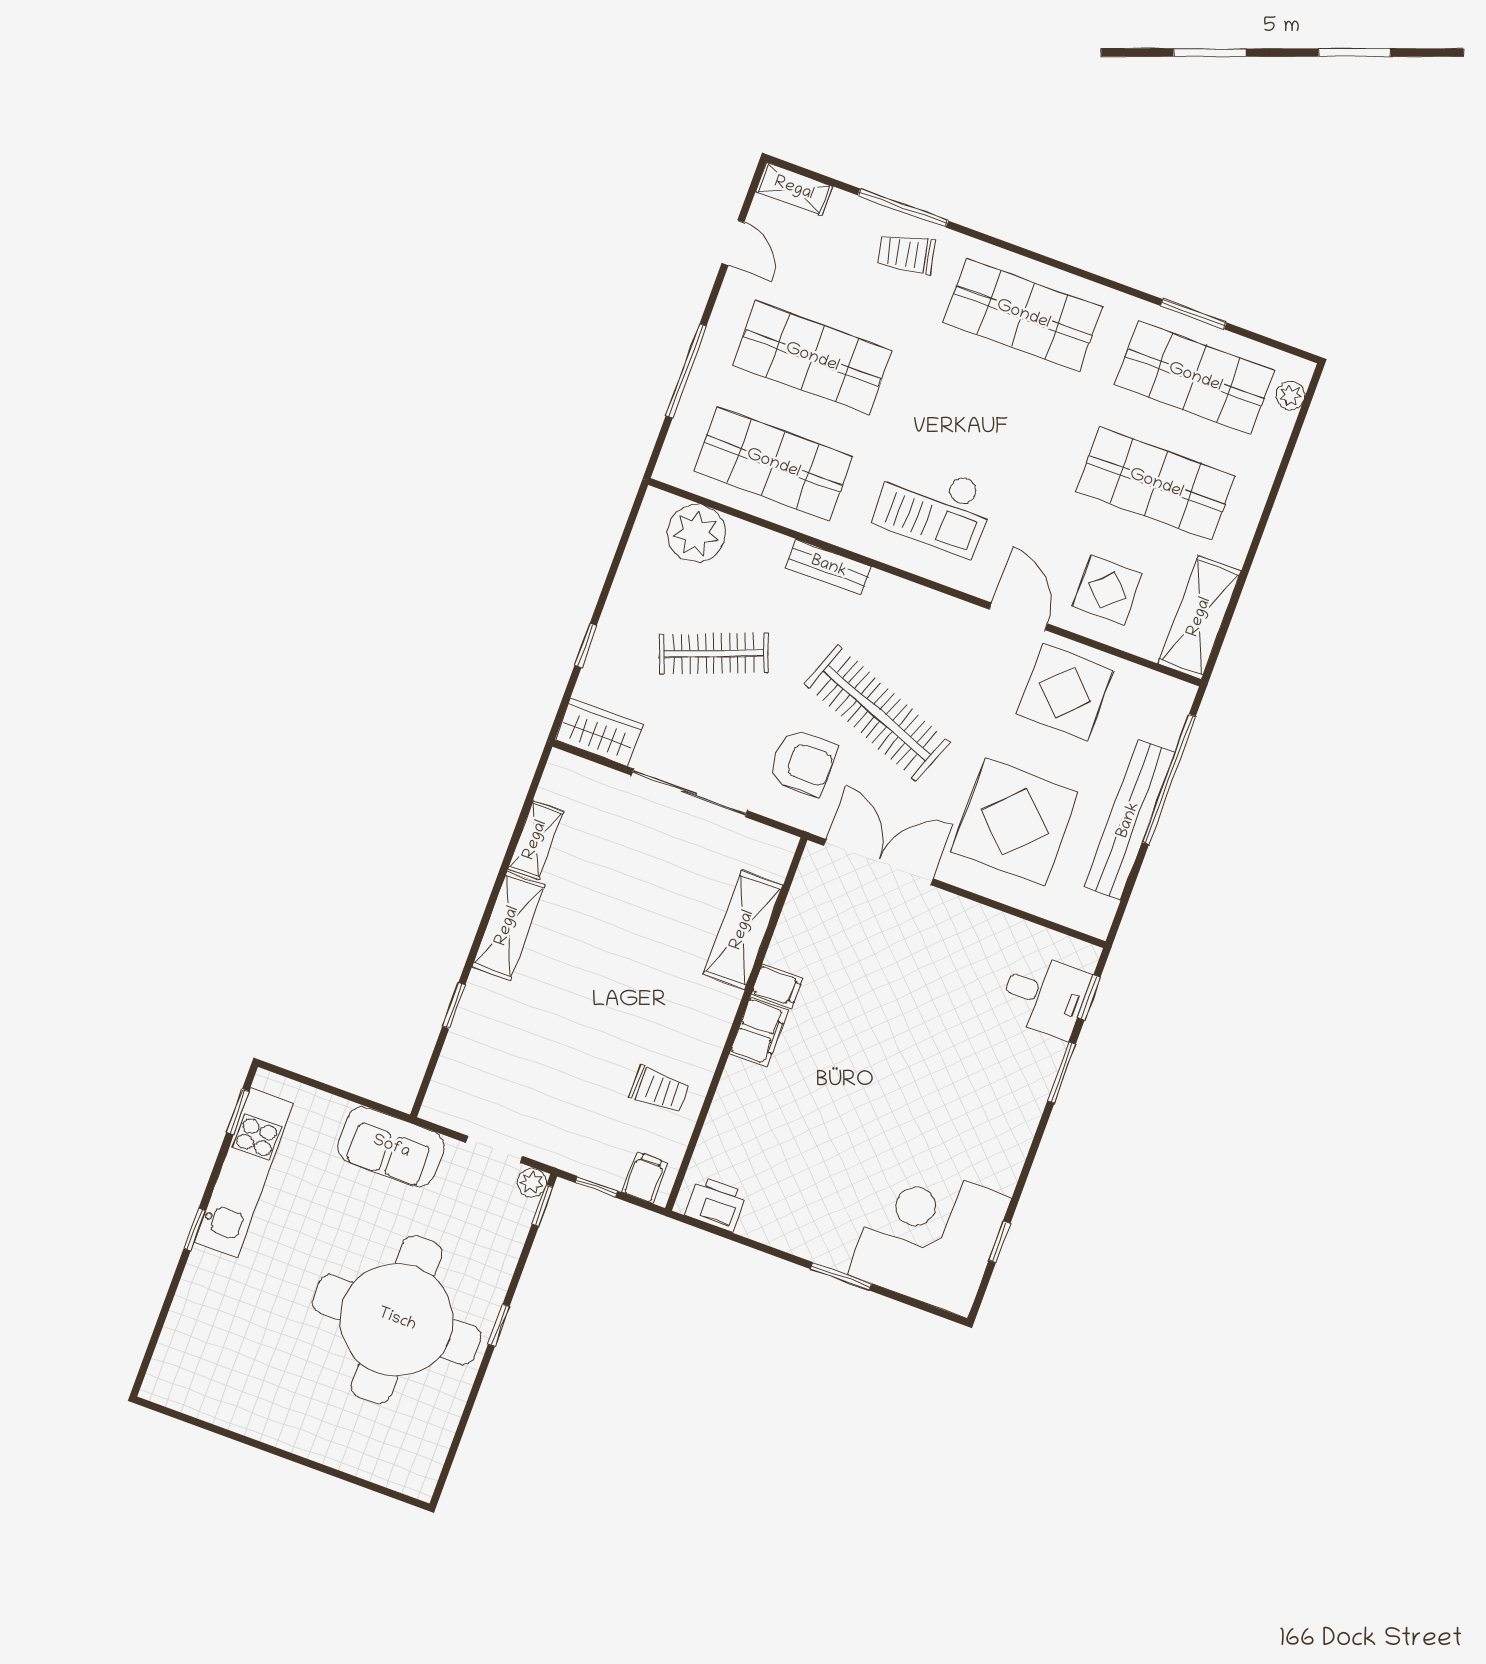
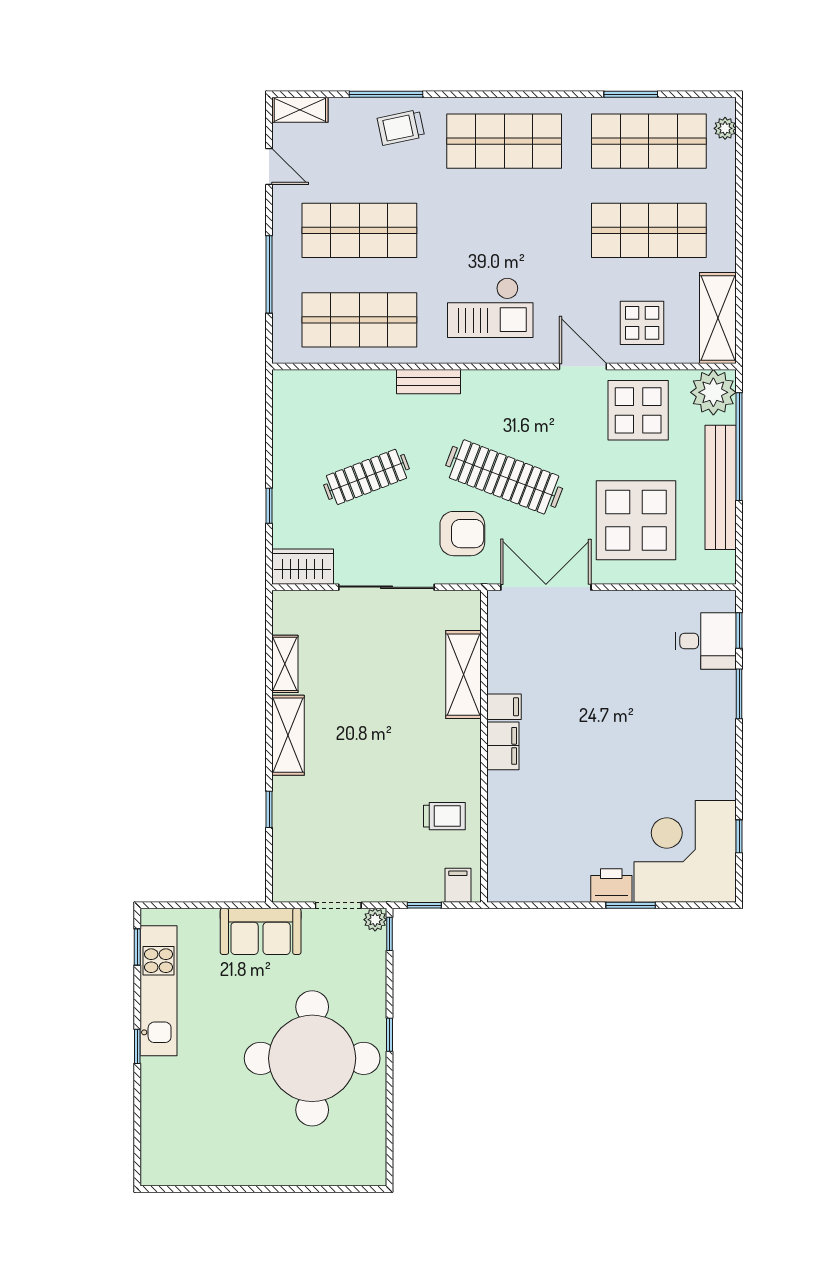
plant: (696, 533) -> (713, 392), moved
printer: (716, 1204) -> (611, 886), moved

